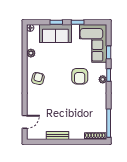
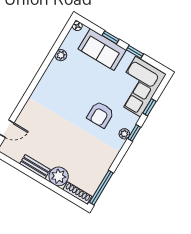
armchair: (38, 78) -> (52, 89), removed
plant: (77, 133) -> (59, 176), added

